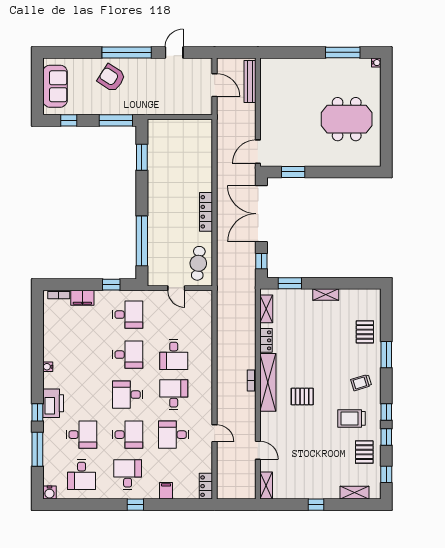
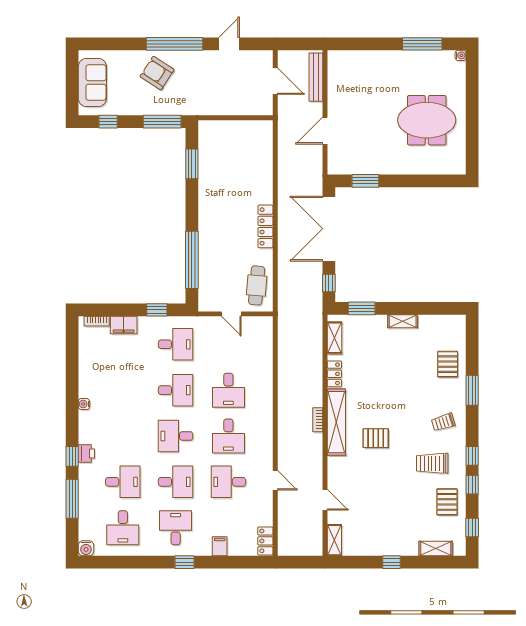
door: (258, 152) -> (325, 131), moved
desk: (174, 395) -> (228, 436), turned 180
printer: (53, 403) -> (86, 453), width x0.53, depth x0.68

